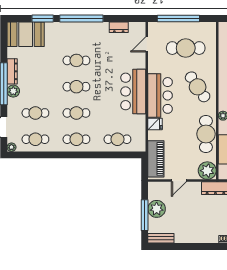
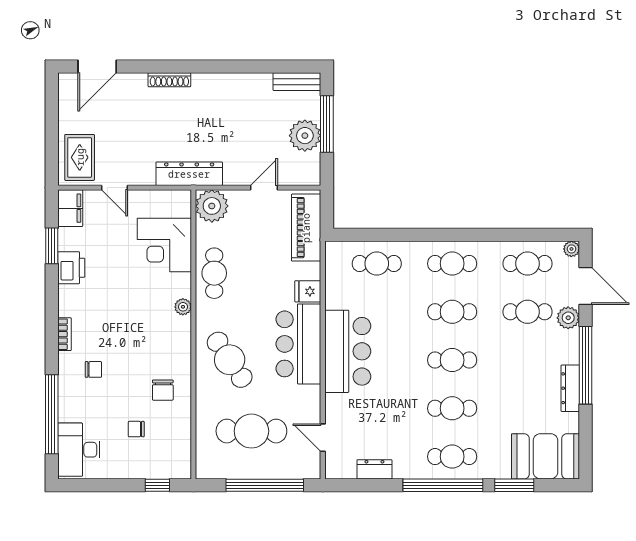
cafe table: (76, 34) -> (452, 457), added
door: (147, 44) -> (323, 438), swing flipped
plant: (13, 91) -> (568, 318), moved
cafe table: (206, 134) -> (214, 273), width x0.73, depth x0.74

